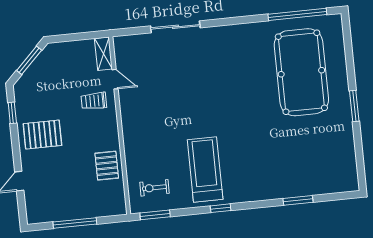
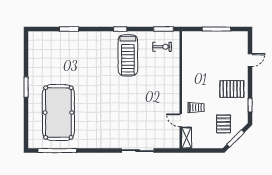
pallet: (107, 166) -> (223, 124), moved

